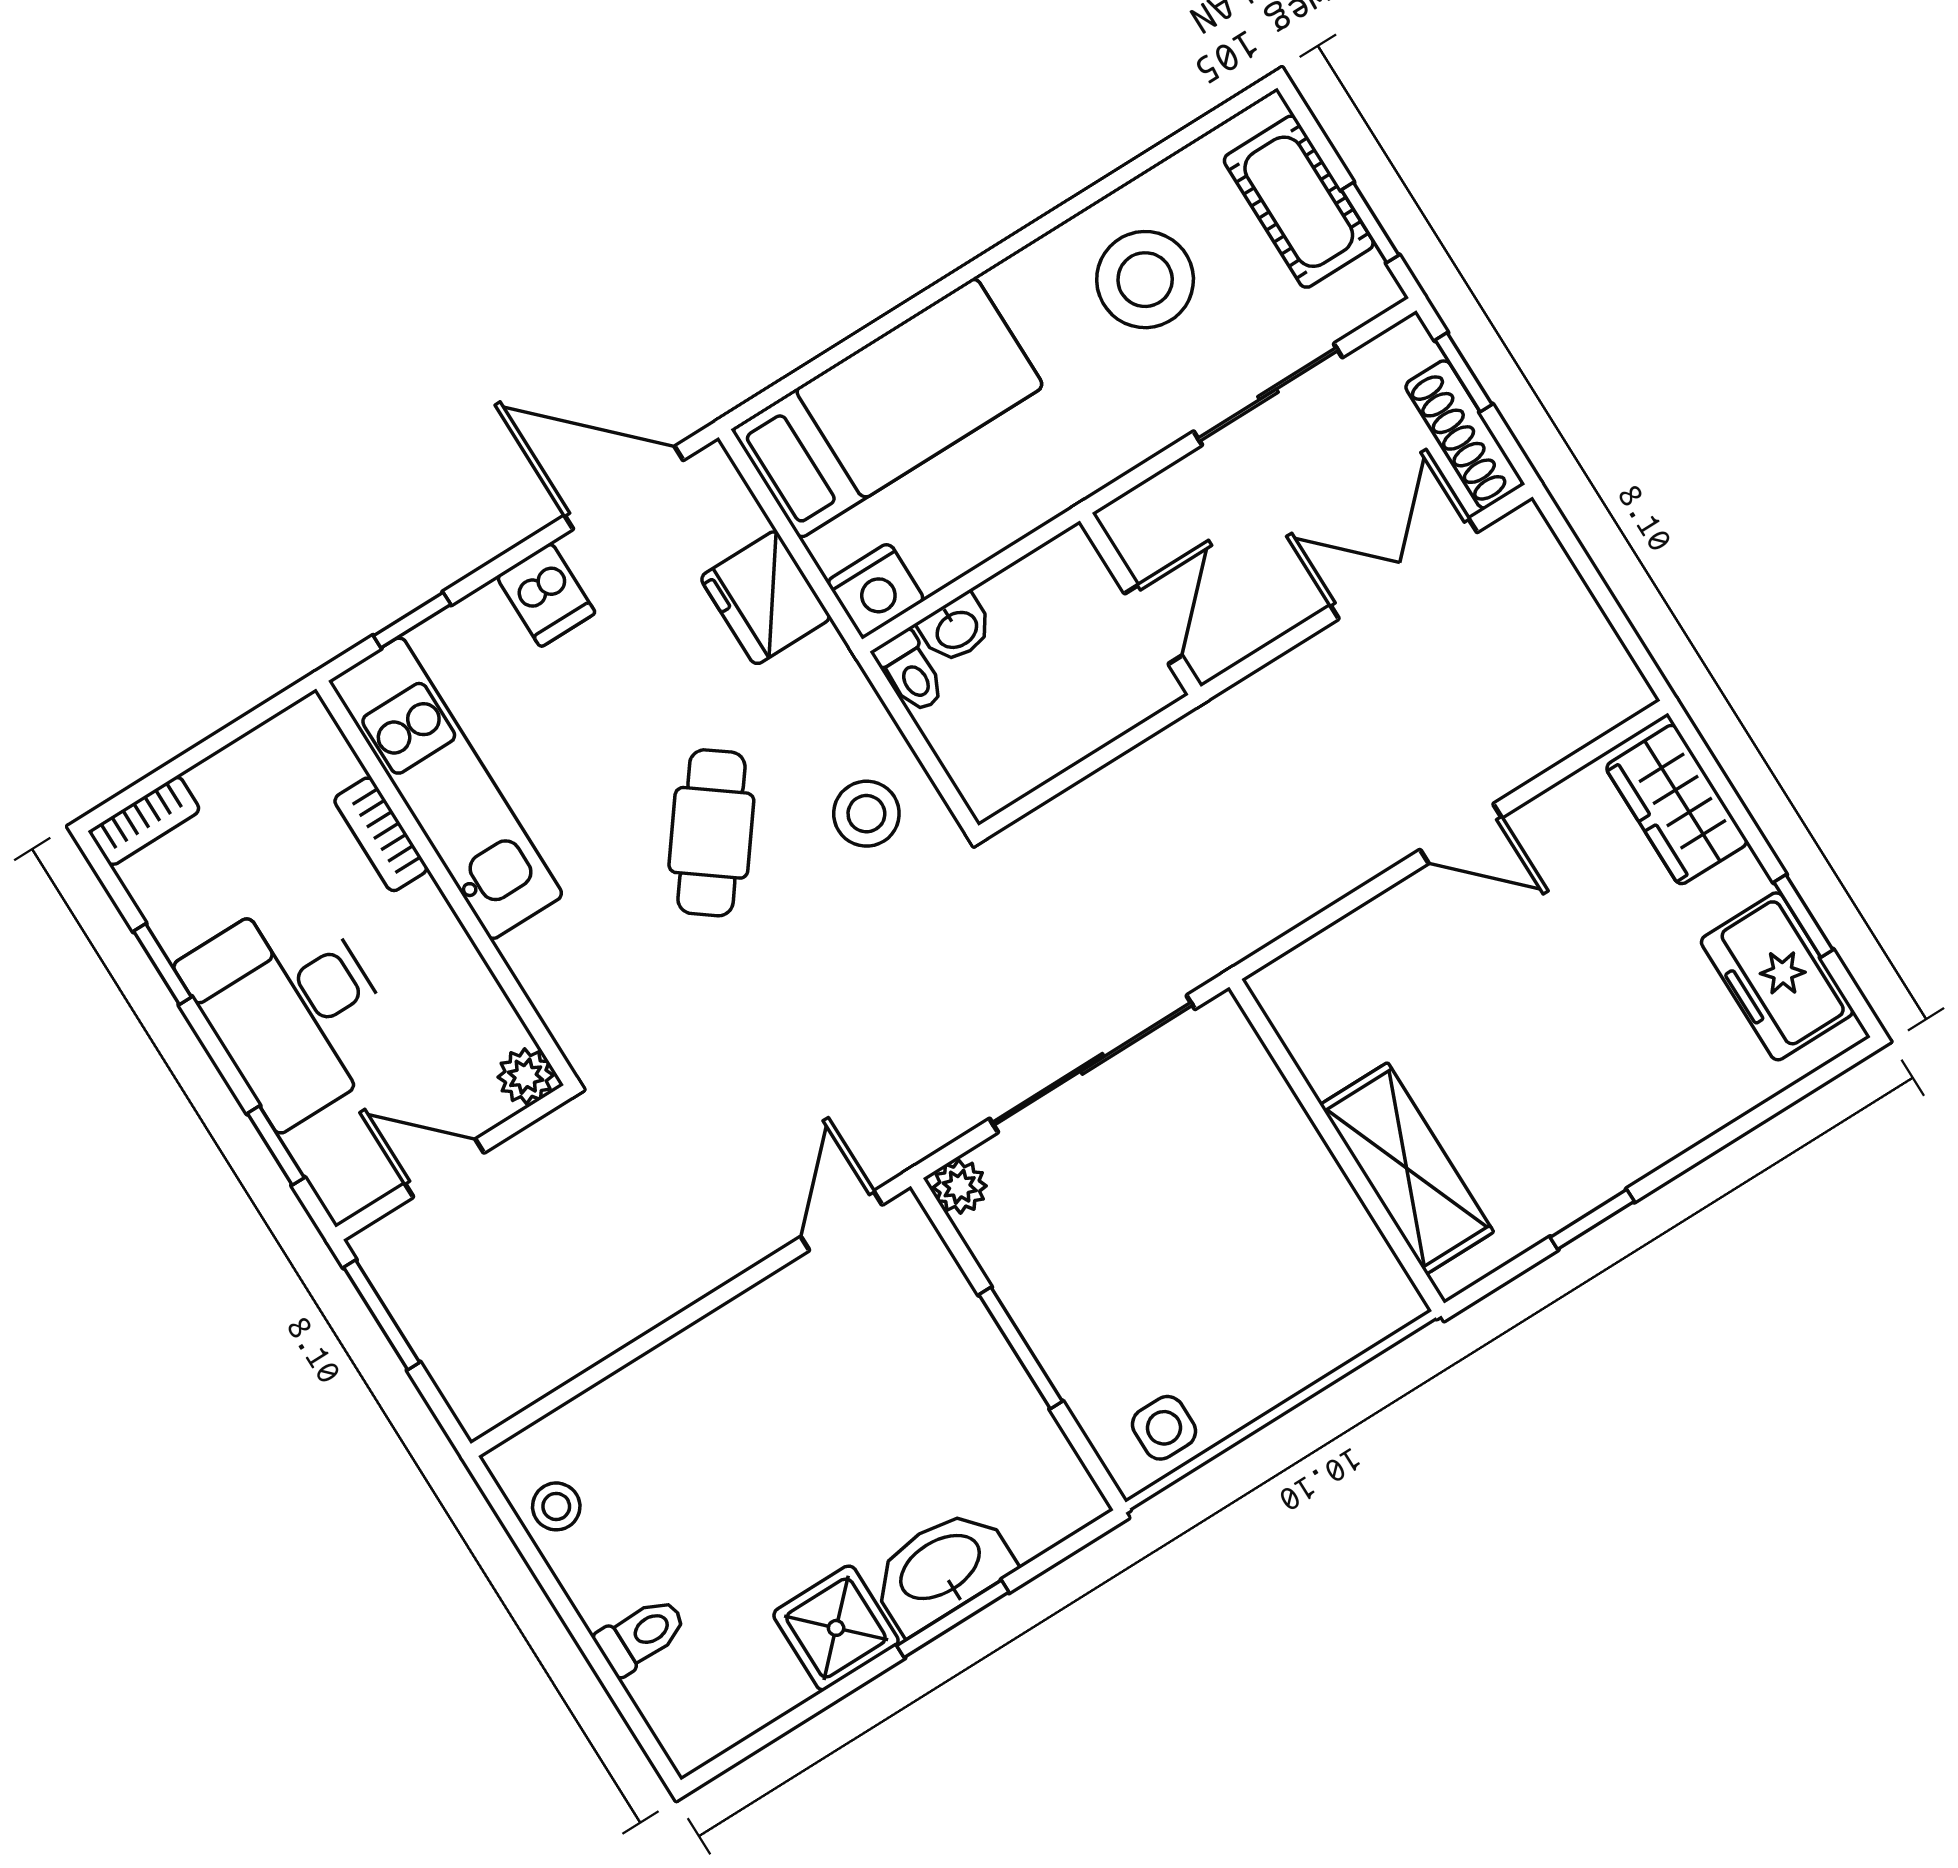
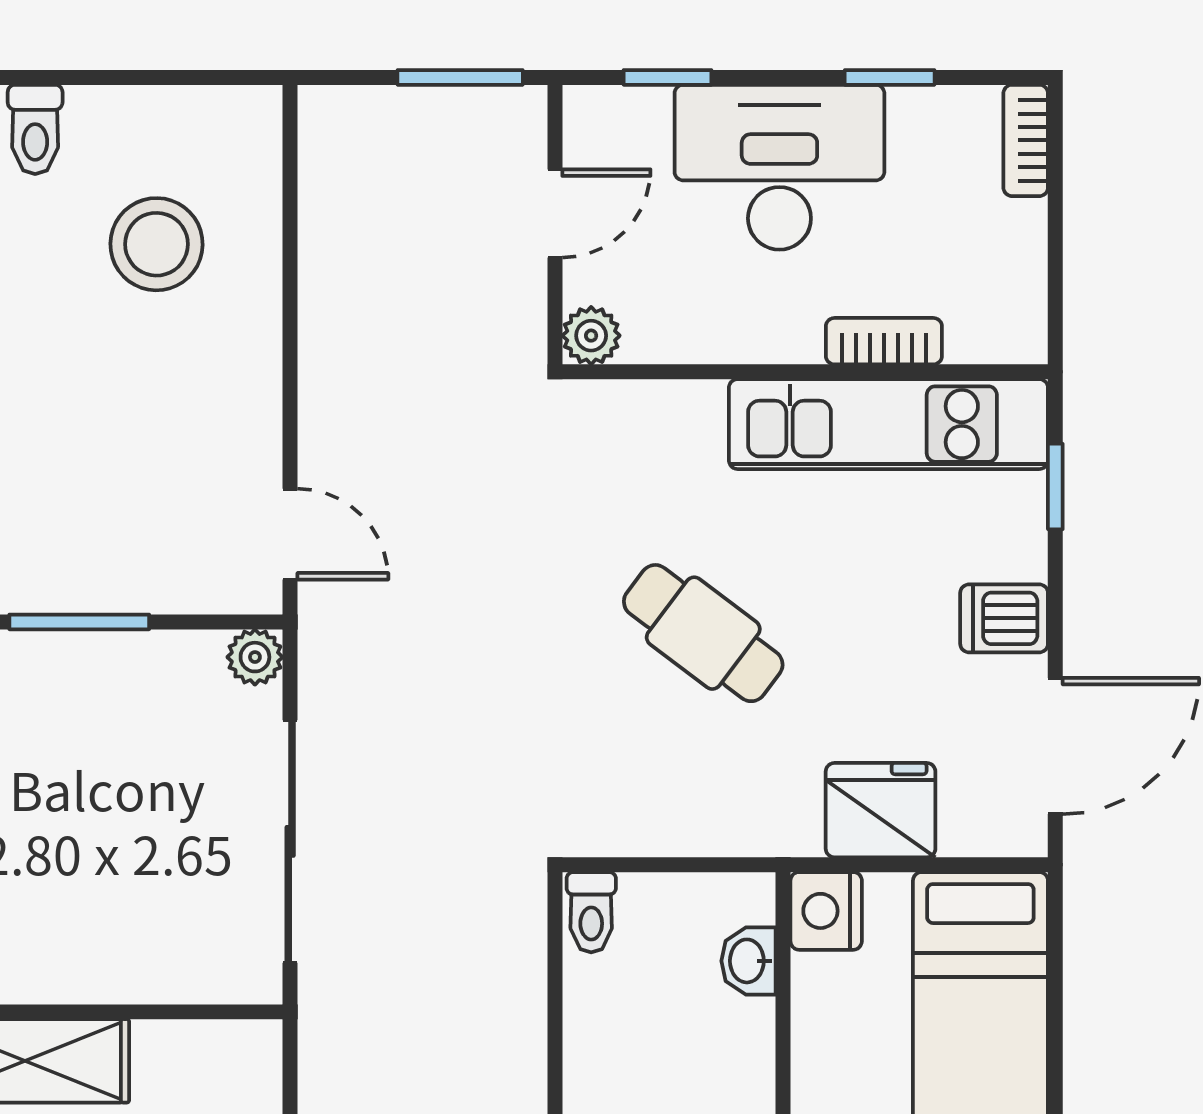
toilet: (910, 672) -> (591, 912), moved, turned -90
stool: (866, 814) -> (635, 780), removed
stool: (556, 1506) -> (156, 244), moved, width x1.89, depth x1.89

